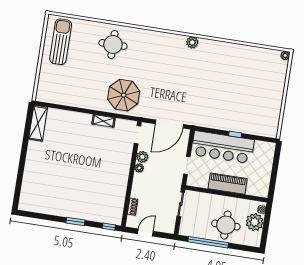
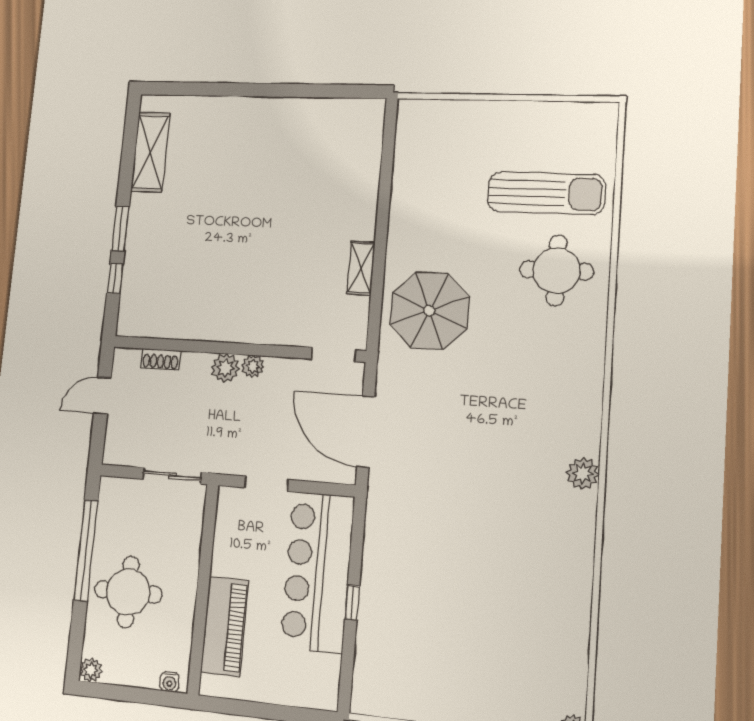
sun lounger: (61, 42) -> (546, 193), moved
shelving: (38, 123) -> (150, 152), moved, turned 90
plant: (142, 157) -> (225, 368), moved
piano: (228, 184) -> (225, 627), moved
plant: (255, 222) -> (91, 670), moved, width x0.53, depth x0.53
window: (109, 227) -> (115, 279), moved
door: (145, 232) -> (102, 396), swing flipped

